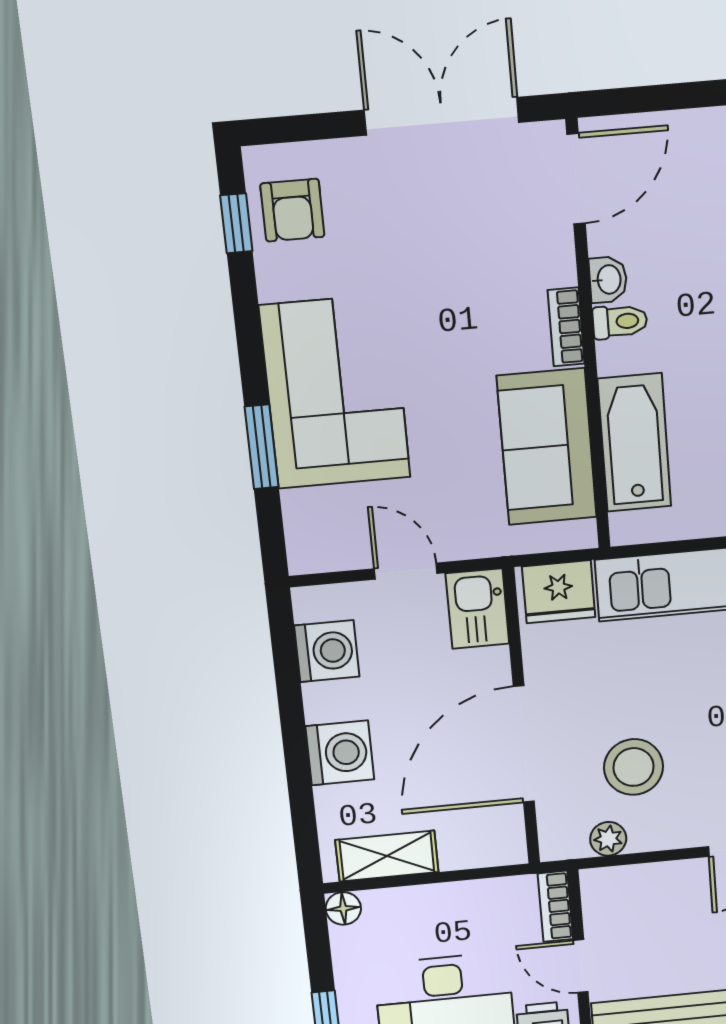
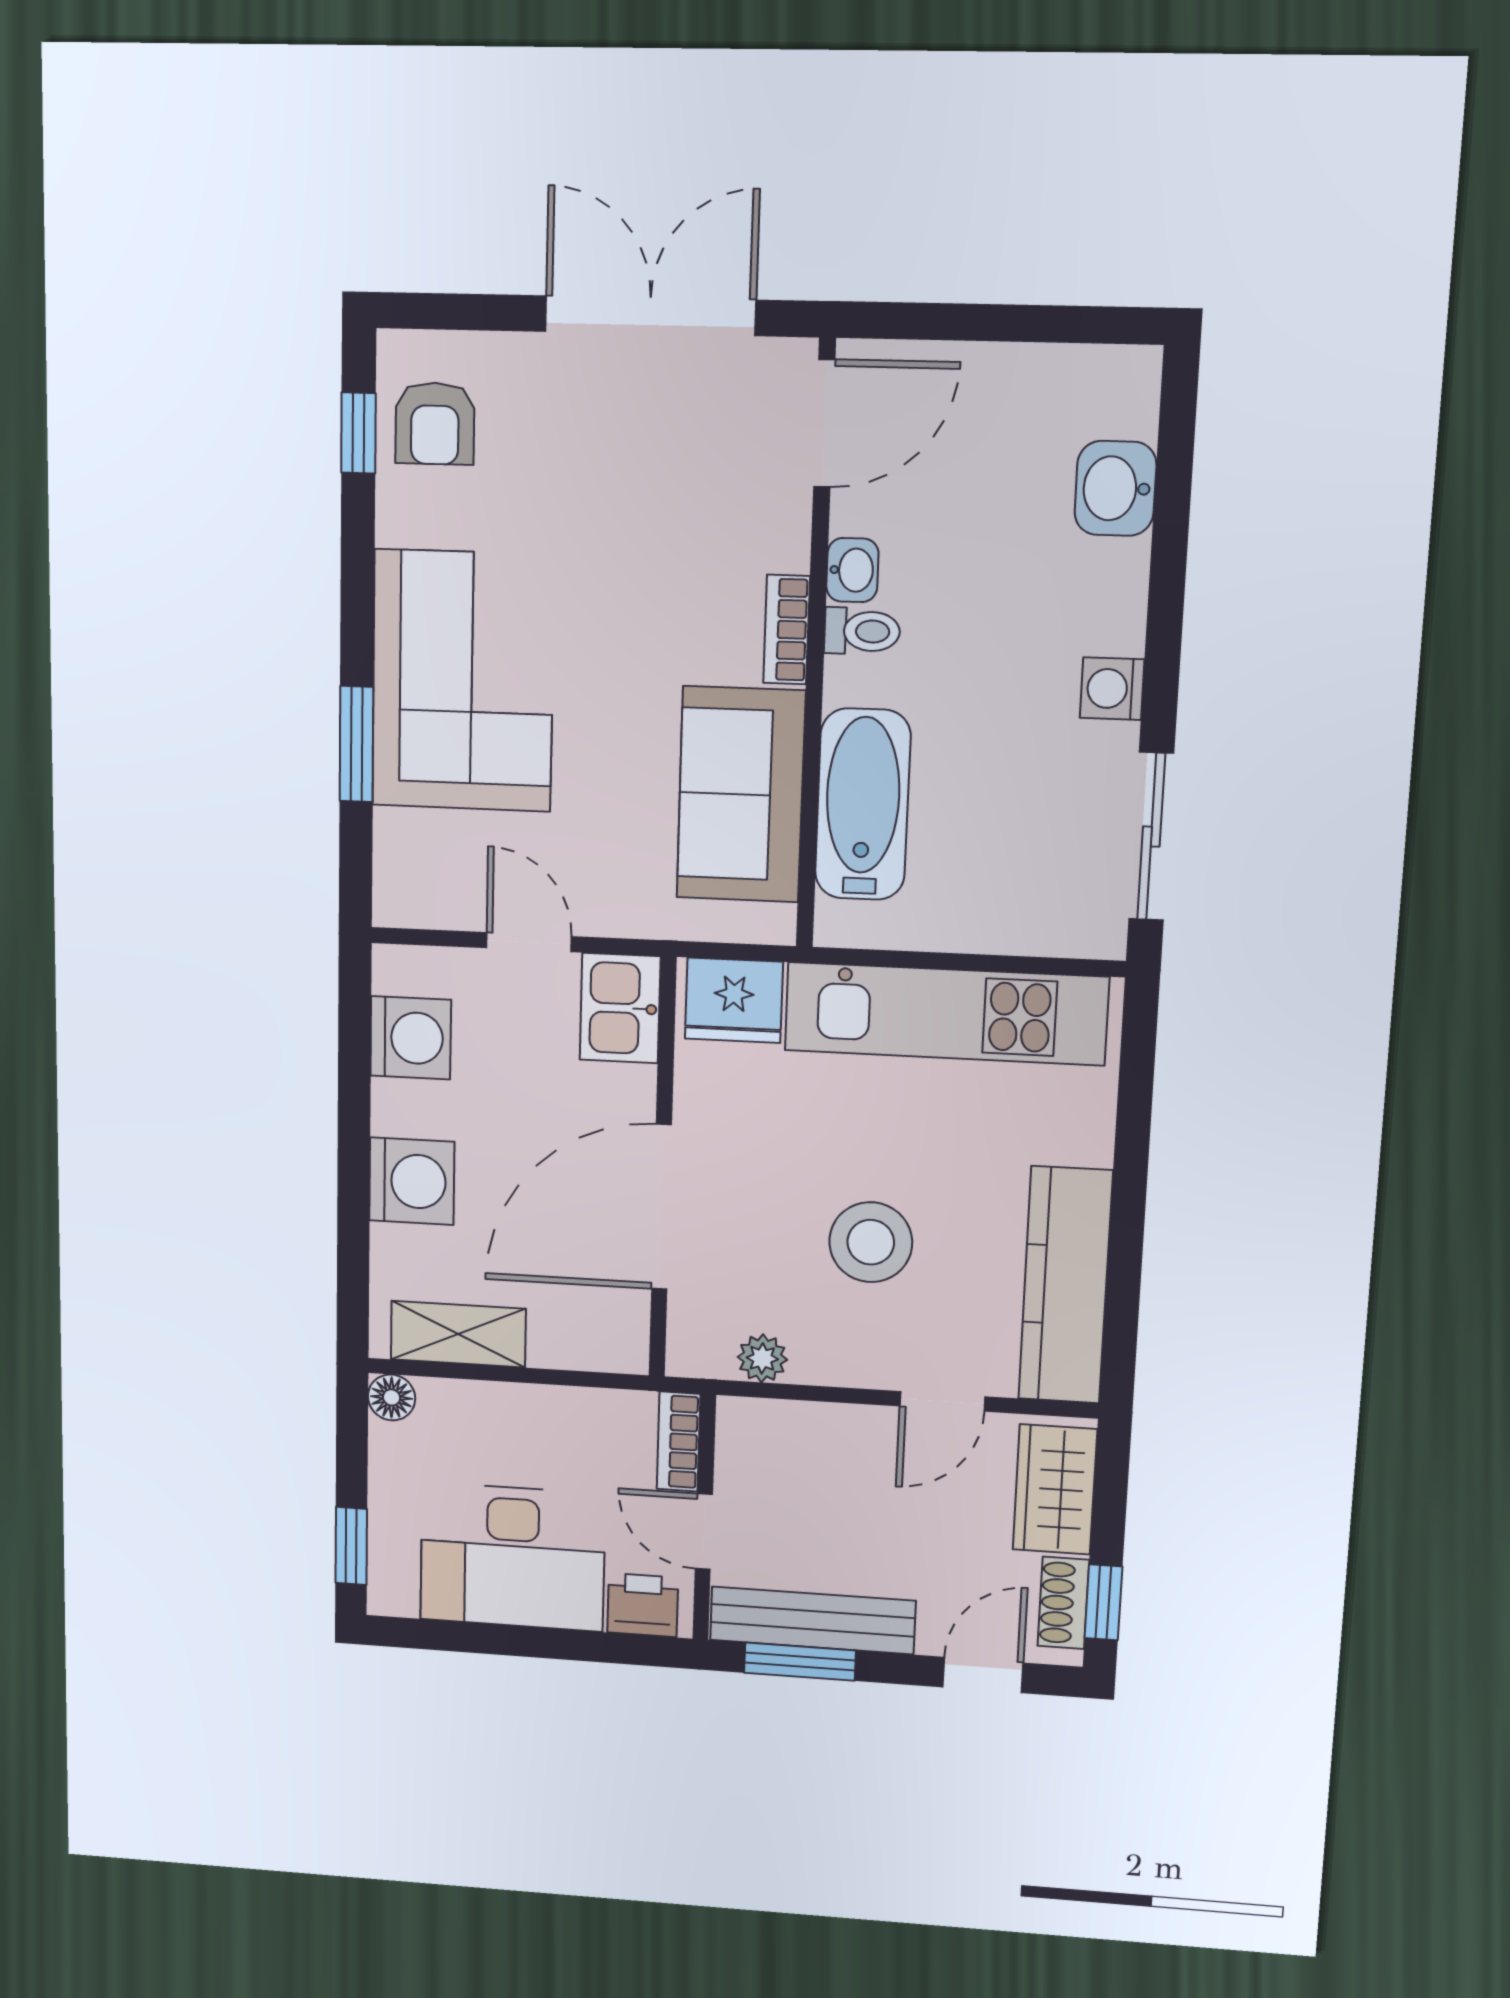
stool: (634, 767) -> (871, 1242), moved

